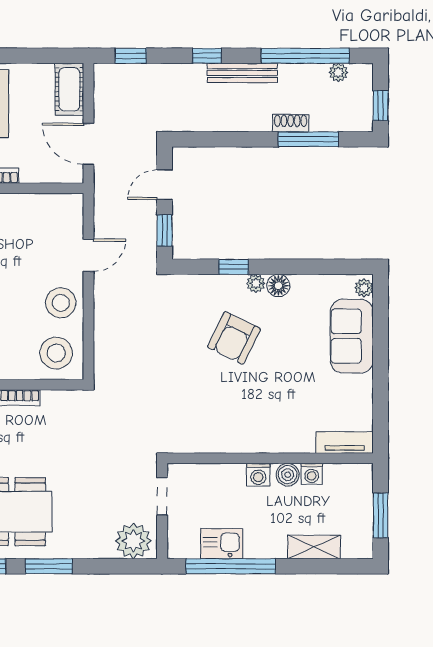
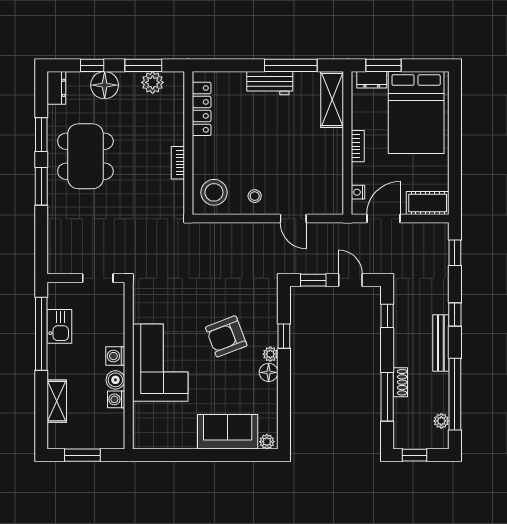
window: (209, 139) -> (387, 316), added
nightstand: (56, 175) -> (358, 192), added
stool: (61, 303) -> (255, 196), width x0.53, depth x0.53
armchair: (234, 338) -> (226, 336), turned -47
corner sofa: (266, 419) -> (160, 363), added
tv unit: (345, 442) -> (142, 426), removed
plant: (133, 541) -> (62, 255), removed

